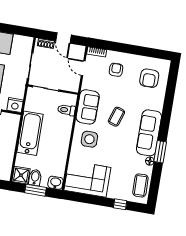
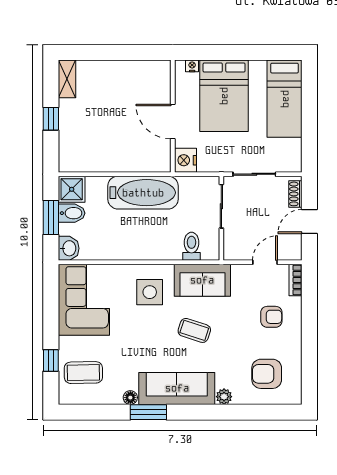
plant: (158, 106) -> (224, 397), added
coffee table: (140, 185) -> (83, 373), moved

